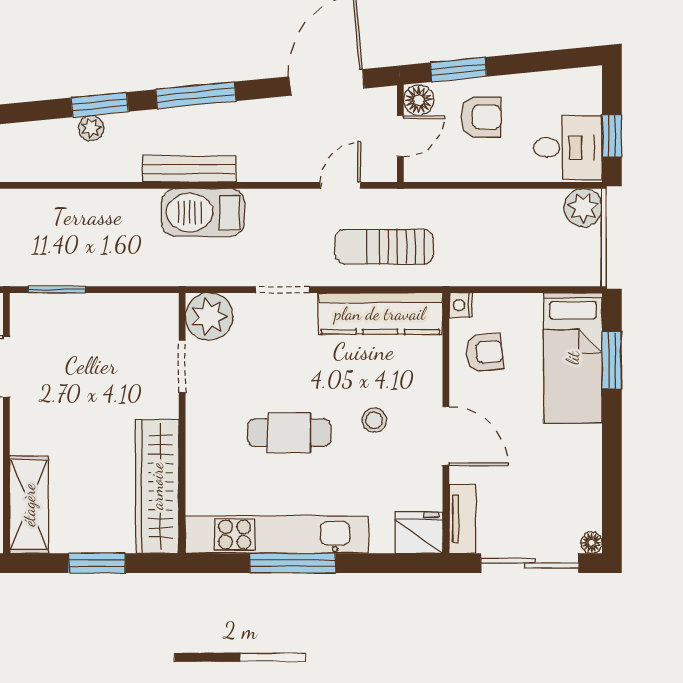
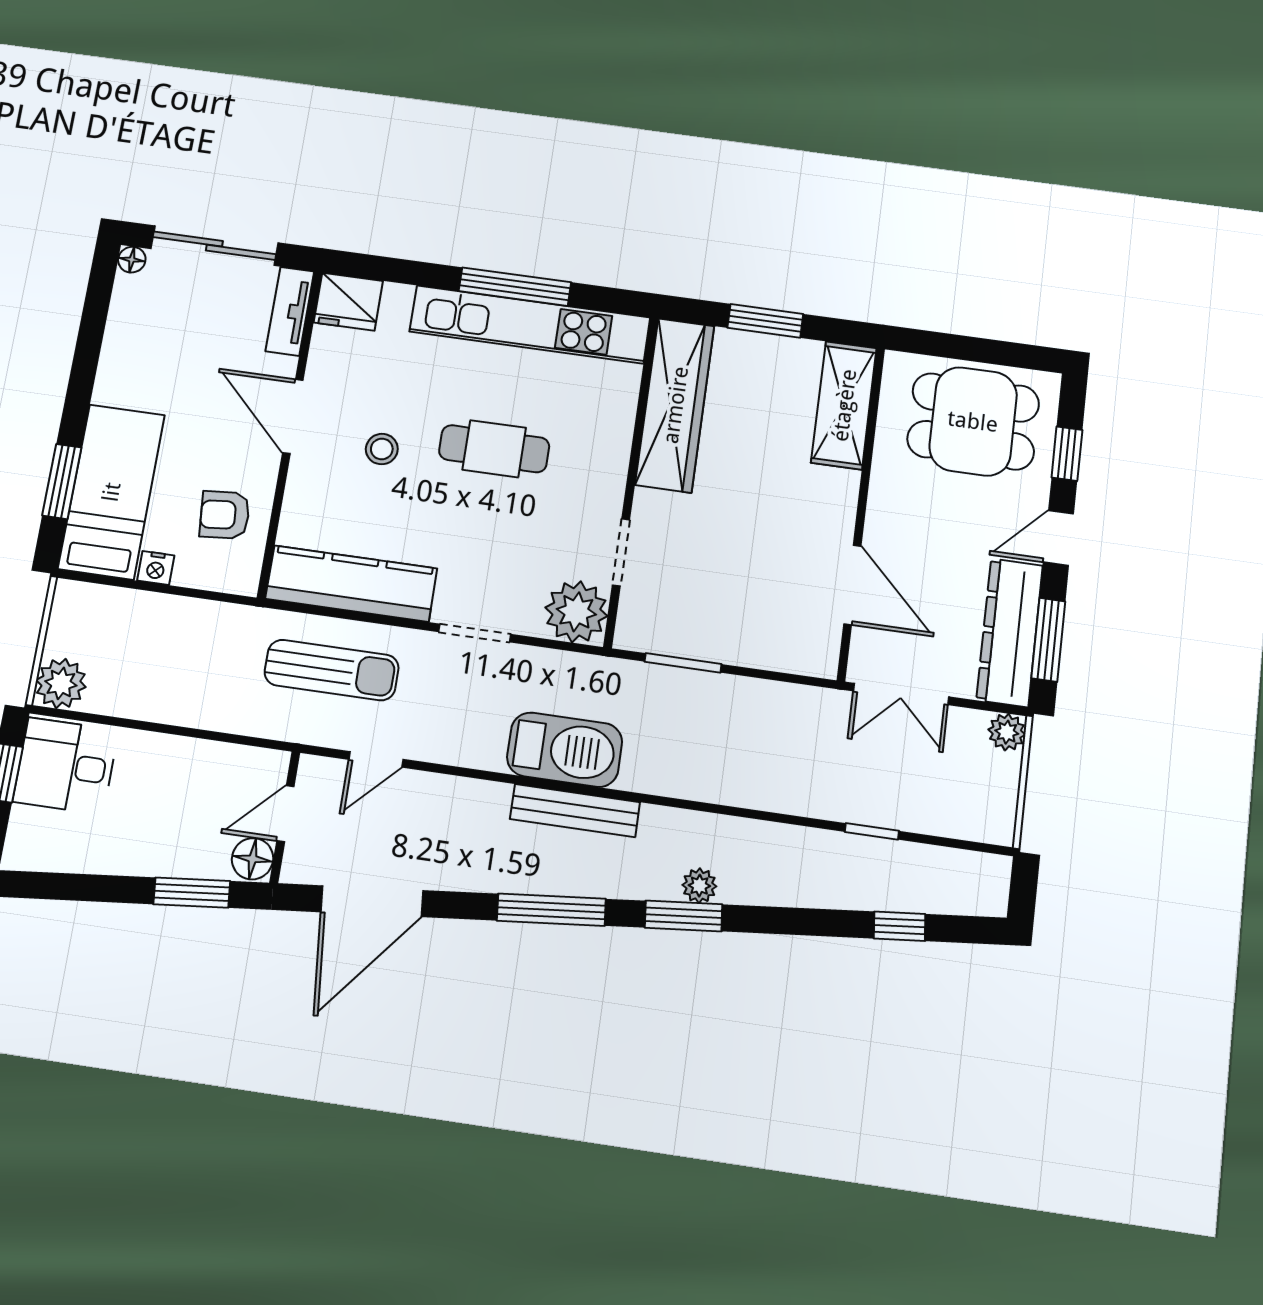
armchair: (481, 117) -> (173, 824), removed
window: (57, 290) -> (683, 663), moved
nightstand: (461, 305) -> (156, 568), moved, turned 90

